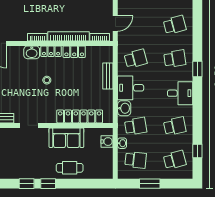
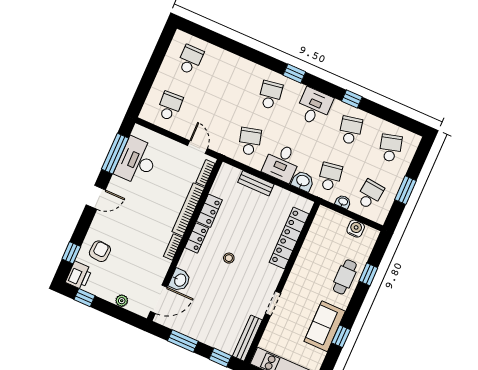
school desk: (175, 25) -> (230, 77), removed
washbasin: (32, 52) -> (180, 280), moved
sofa: (66, 138) -> (325, 326), moved, turned 180
water cooler: (107, 142) -> (356, 229), moved
window: (197, 151) -> (352, 99), moved
window: (48, 184) -> (368, 274), moved

